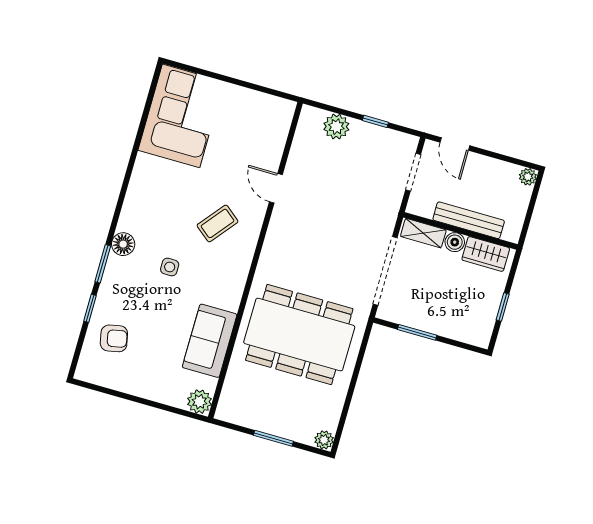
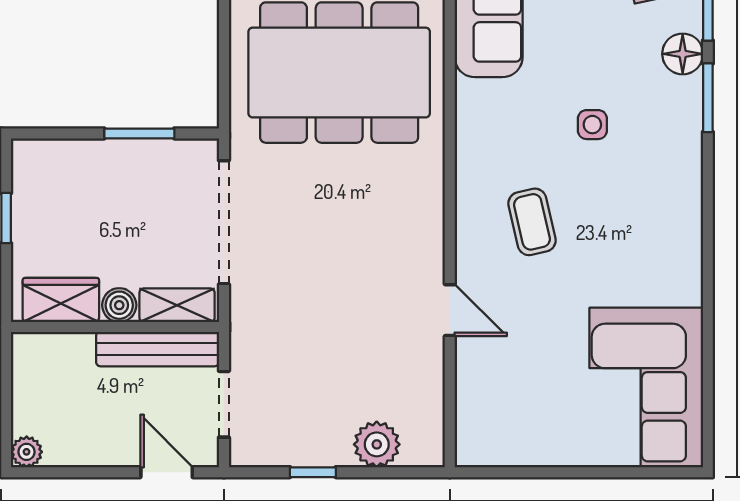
bench: (469, 220) -> (158, 349), moved
coffee table: (218, 223) -> (532, 222), turned -52
floor lamp: (123, 244) -> (683, 54), moved

